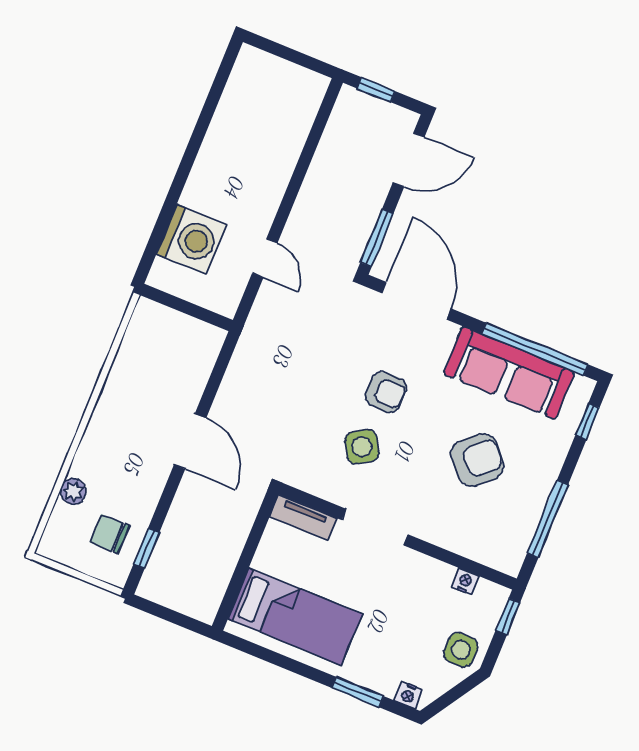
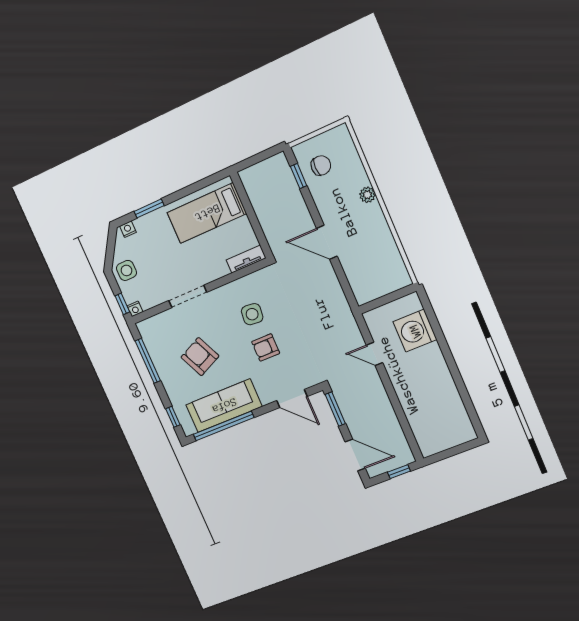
door: (409, 160) -> (355, 455), swing flipped
door: (416, 301) -> (292, 399), width x0.73
side table: (362, 447) -> (252, 314), turned 38
armchair: (477, 460) -> (200, 357), turned 108
plant: (73, 491) -> (367, 195), moved
doorway: (375, 527) -> (188, 296), moved
nightstand: (465, 581) -> (135, 309), moved

